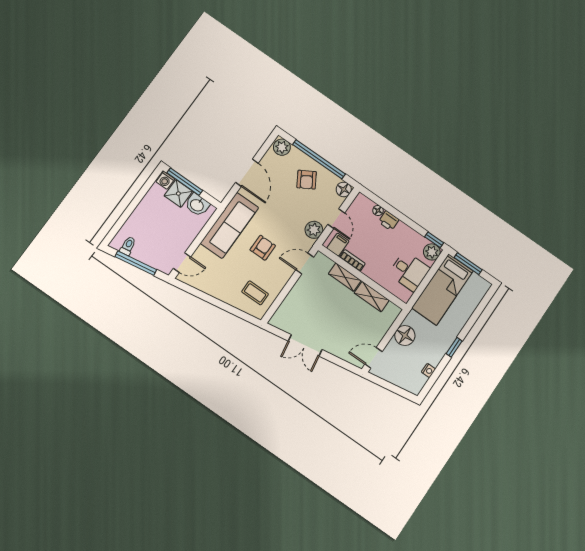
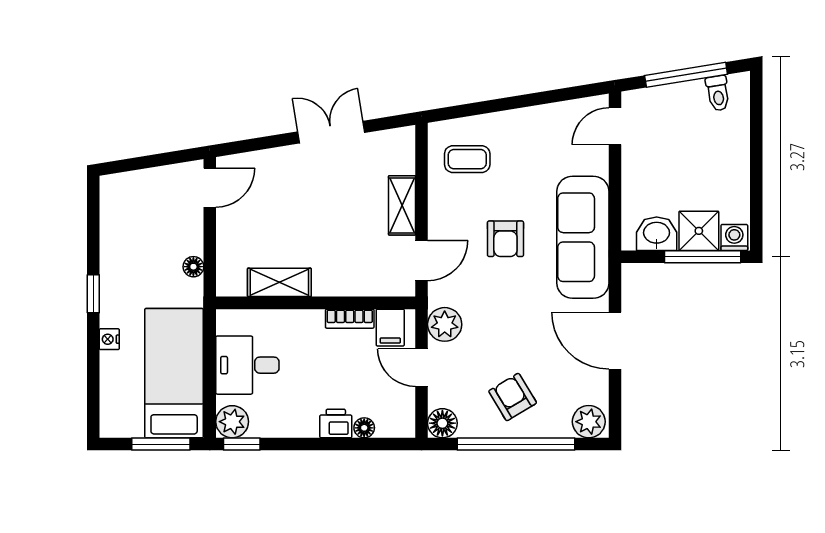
shelving: (345, 277) -> (402, 205), moved, turned 90
floor lamp: (405, 335) -> (193, 267), width x0.53, depth x0.53
nightstand: (428, 370) -> (109, 339), moved

